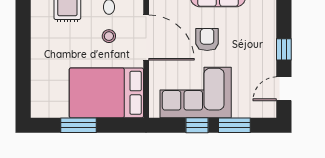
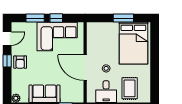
armchair: (207, 40) -> (20, 62), moved
bed: (106, 93) -> (133, 43), moved, turned 90

